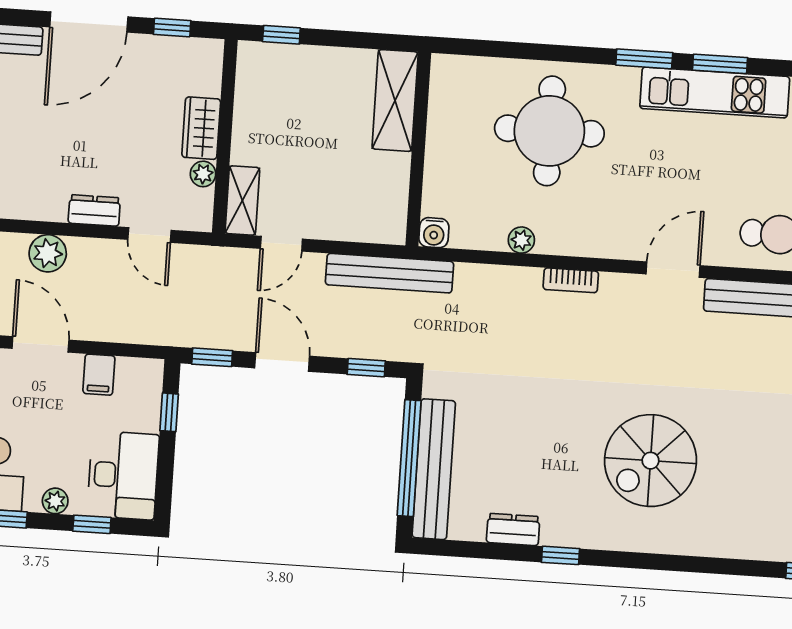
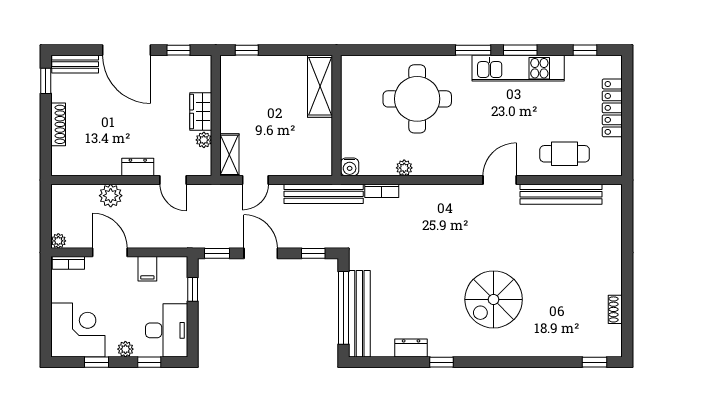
door: (89, 22) -> (127, 50), hinge flipped
bookcase: (571, 280) -> (382, 191), moved

